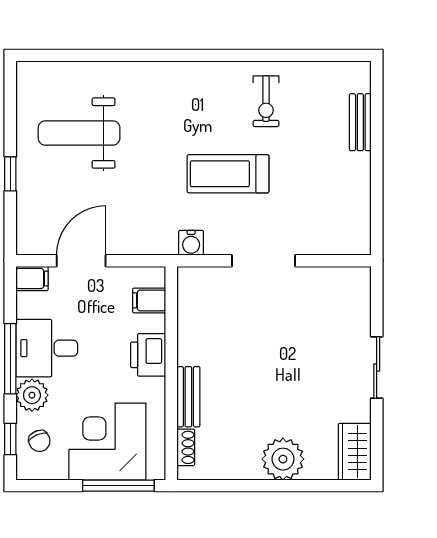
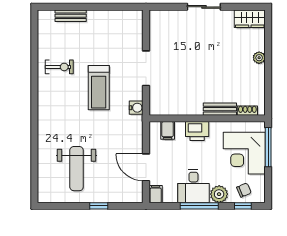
plant: (283, 459) -> (259, 58), width x0.53, depth x0.53

